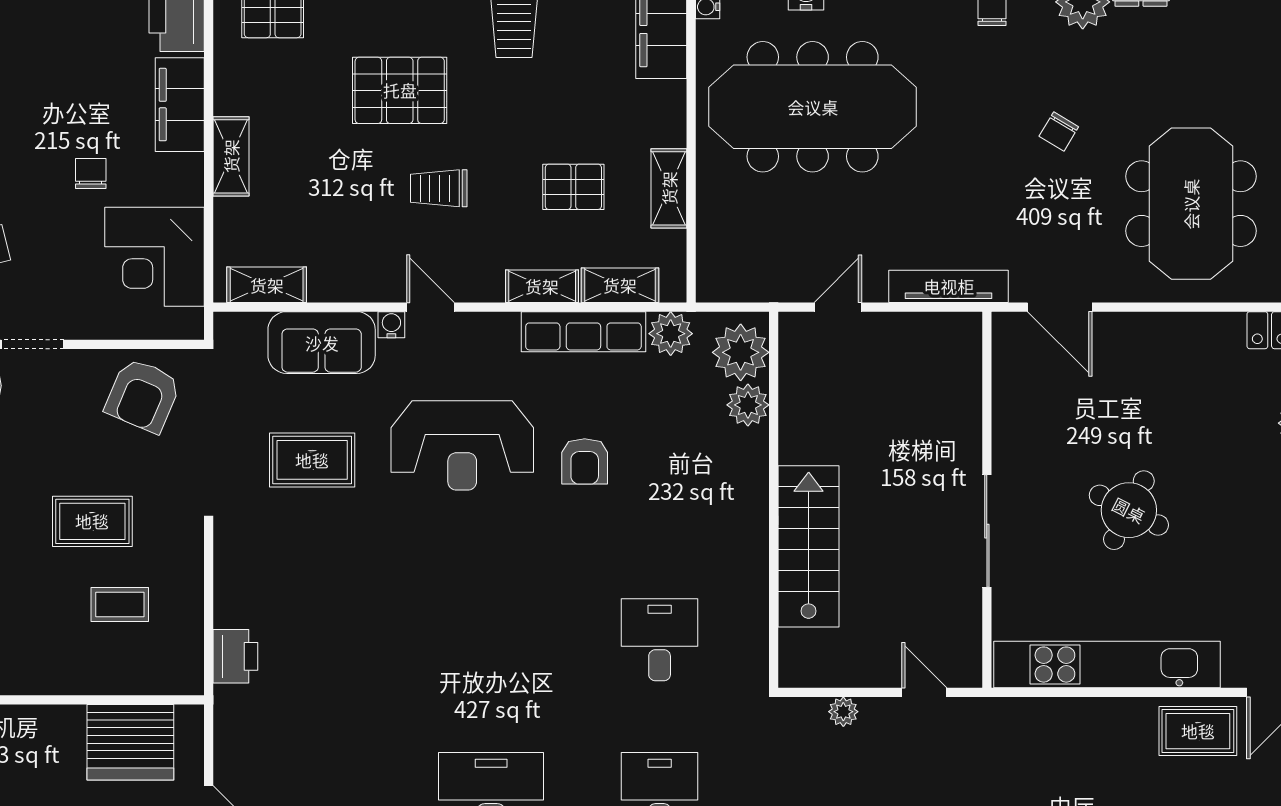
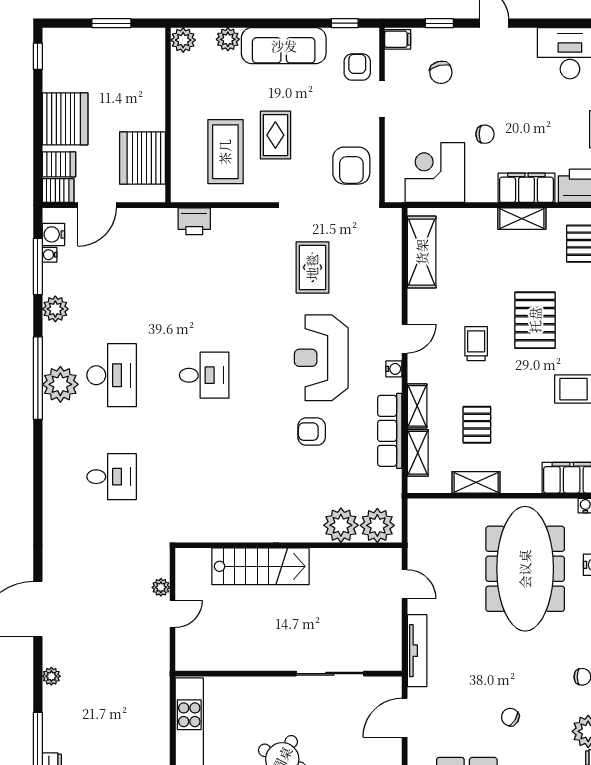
shelving: (231, 156) -> (522, 219), moved
shelving: (267, 285) -> (422, 252), width x1.50, depth x1.33
water cooler: (391, 325) -> (394, 369), moved
plant: (671, 334) -> (389, 483), removed
sofa: (322, 343) -> (383, 273), removed
armchair: (143, 395) -> (351, 166), turned -113
plant: (748, 405) -> (341, 525), width x1.36, depth x1.36
sliding door: (987, 531) -> (330, 674), moved
coffee table: (120, 604) -> (225, 152), width x1.86, depth x1.72
desk: (660, 640) -> (204, 375), moved
door: (924, 692) -> (173, 614), moved

